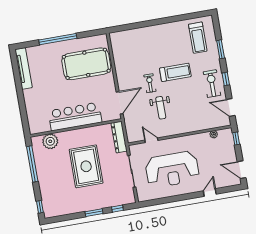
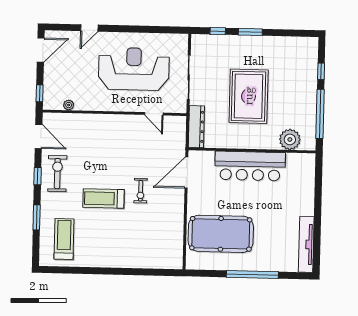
exercise bike: (212, 84) -> (57, 174), turned 180
weight bench: (161, 108) -> (132, 155), removed
door: (242, 170) -> (41, 50), hinge flipped
window: (40, 207) -> (321, 71), moved

